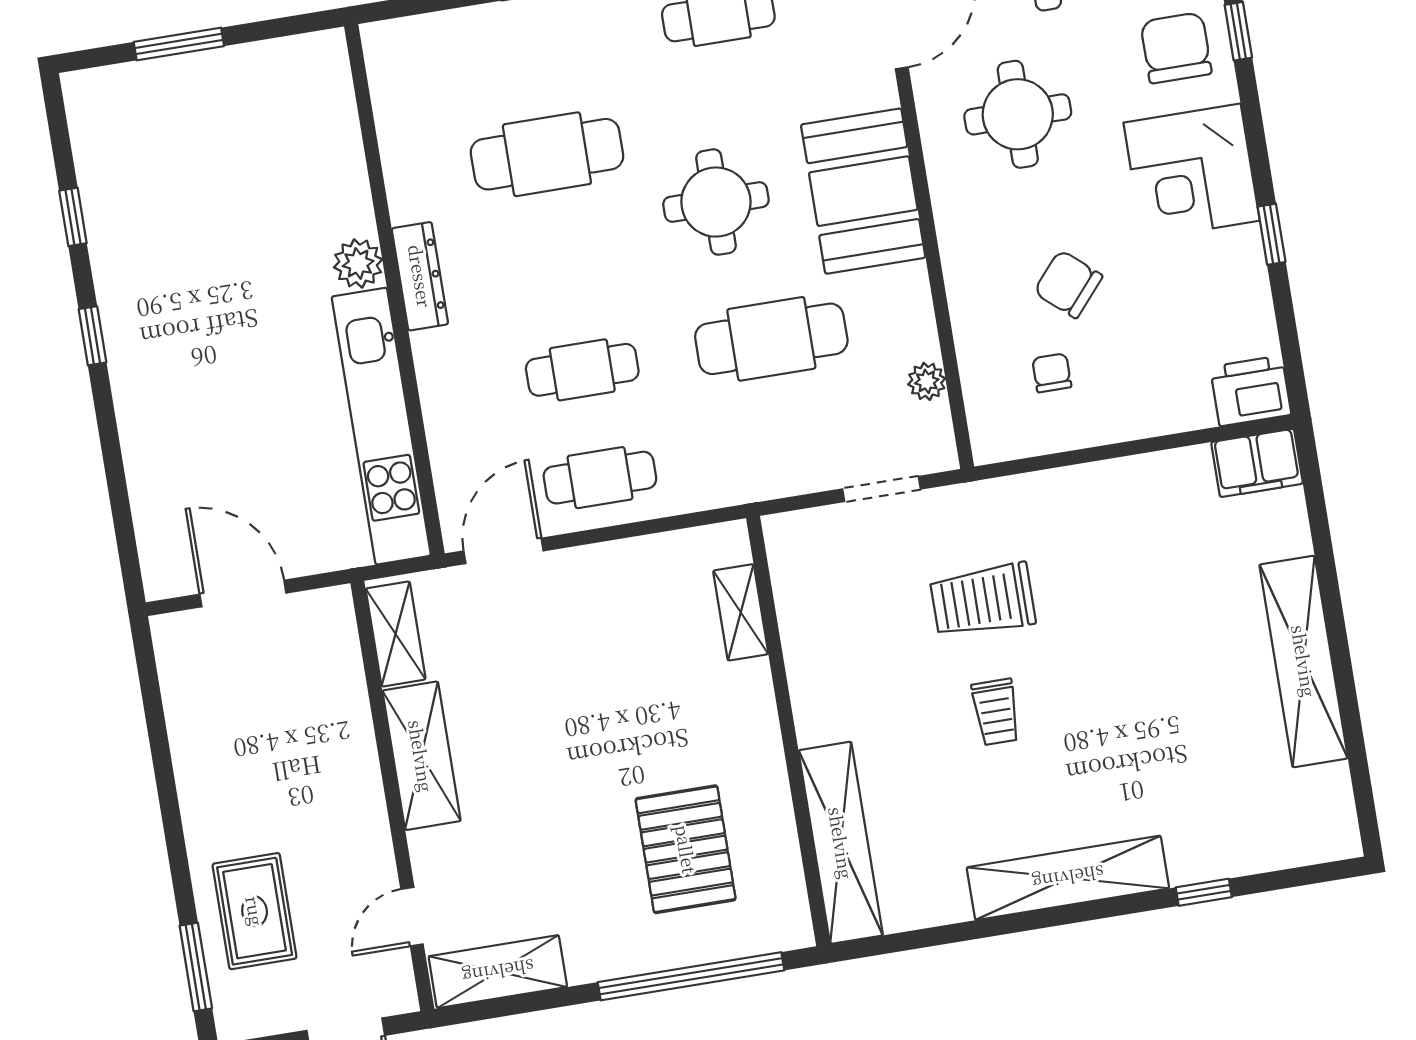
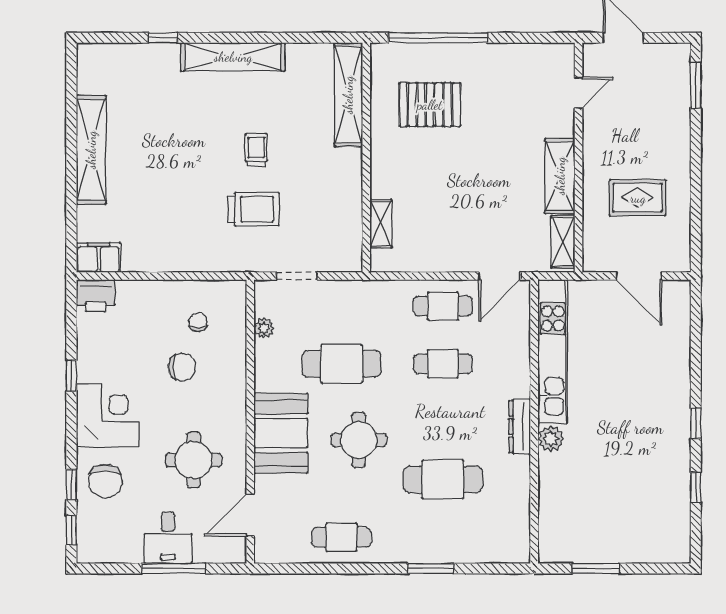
window: (179, 44) -> (596, 568), moved
chair: (1068, 284) -> (182, 367), turned -41
chair: (1052, 373) -> (198, 322), turned 180
pallet: (686, 849) -> (430, 105), turned 90
rug: (255, 911) -> (638, 198), moved, turned 90
shelving: (498, 972) -> (538, 57), removed

